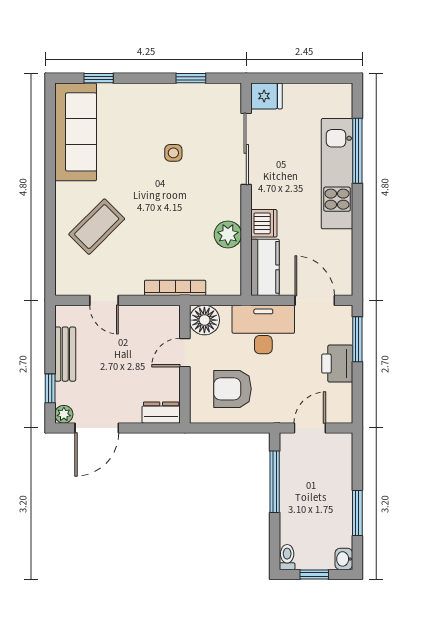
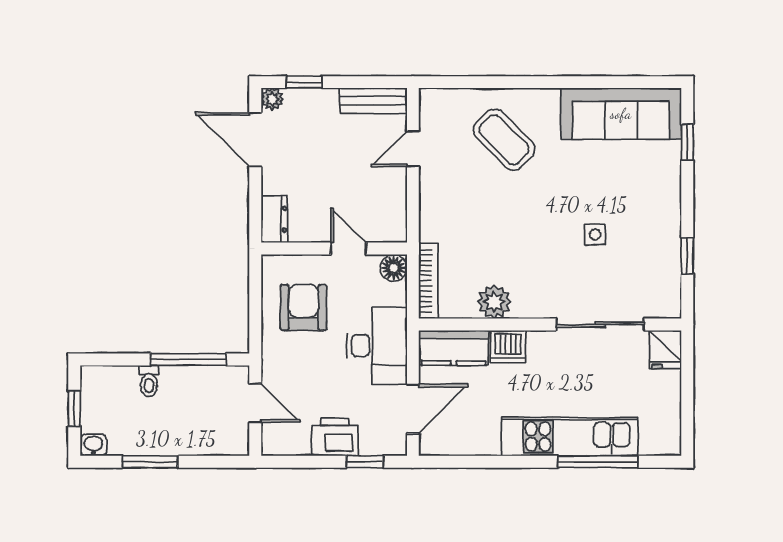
bookcase: (175, 288) -> (428, 281), moved
floor lamp: (204, 320) -> (394, 268), width x0.73, depth x0.73
window: (357, 339) -> (365, 462), width x0.67
bench: (65, 354) -> (373, 101), moved
toilet: (287, 557) -> (149, 381), moved, turned 90

